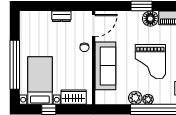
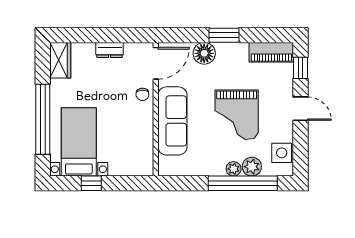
floor lamp: (150, 19) -> (204, 53), moved
wardrobe: (74, 97) -> (60, 60), moved, turned 90
plant: (135, 98) -> (252, 167), moved

